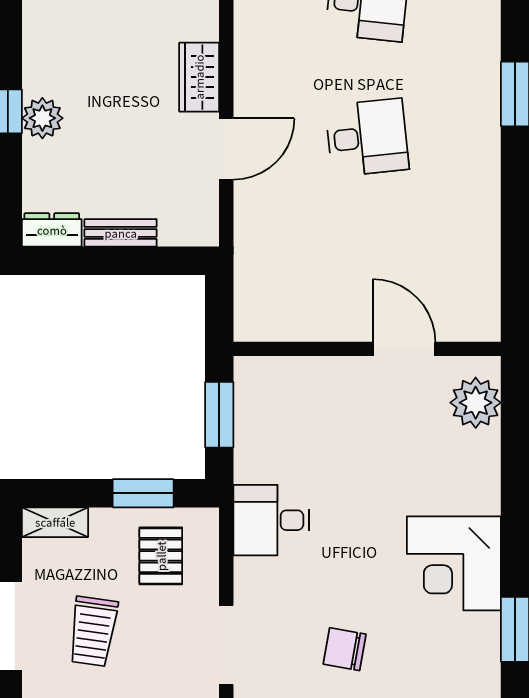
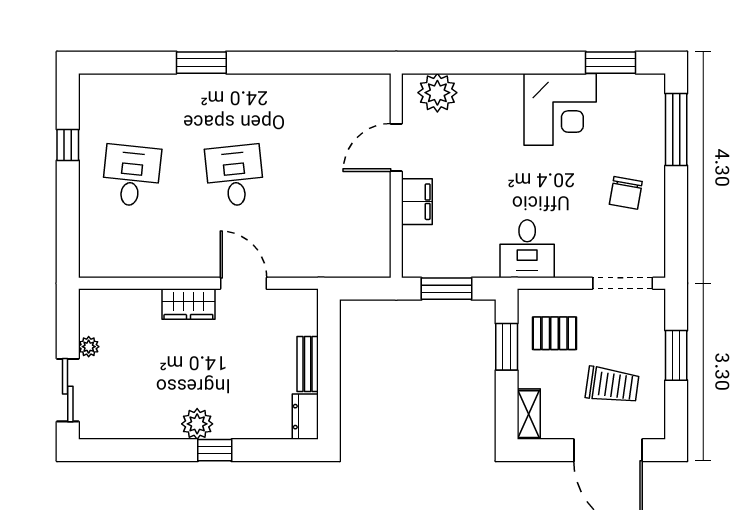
plant: (42, 118) -> (197, 424), moved
filing cabinet: (333, 376) -> (417, 202), added

